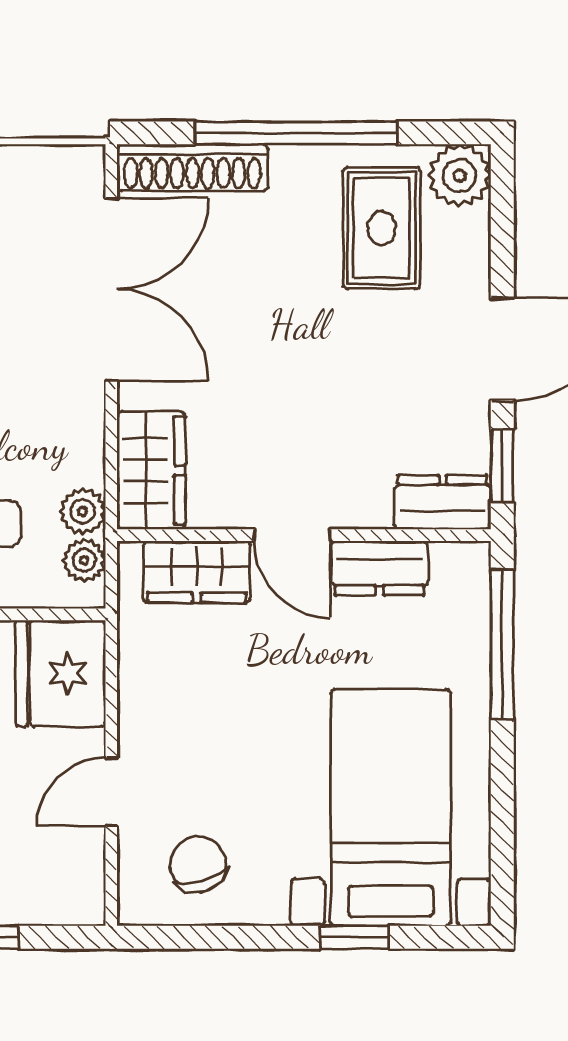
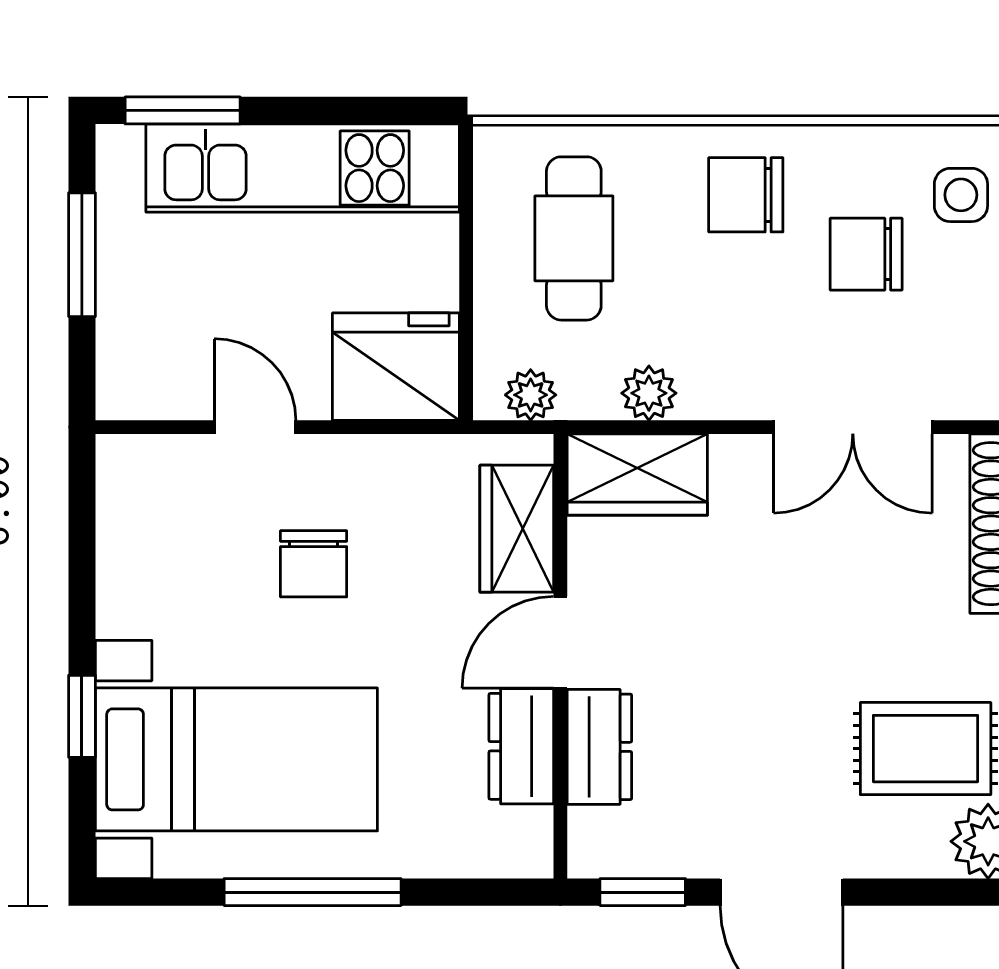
double door: (111, 289) -> (853, 427), width x0.73
dresser: (443, 502) -> (599, 747), moved
plant: (83, 511) -> (649, 393), moved
window: (502, 644) -> (313, 892), moved
chair: (198, 864) -> (314, 564), moved, turned 105

